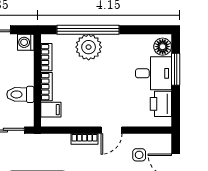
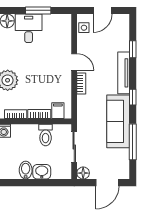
window: (176, 69) -> (38, 10), moved
printer: (161, 104) -> (53, 22), removed
side table: (139, 155) -> (84, 28), moved

